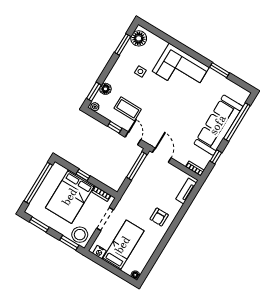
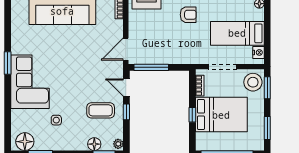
window: (220, 70) -> (8, 63), moved
coffee table: (128, 109) -> (101, 110), turned 90
door: (133, 138) -> (126, 88), hinge flipped

